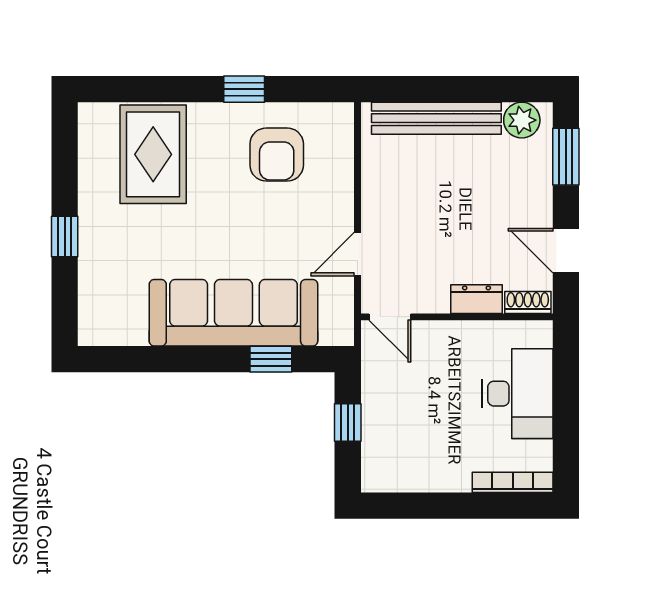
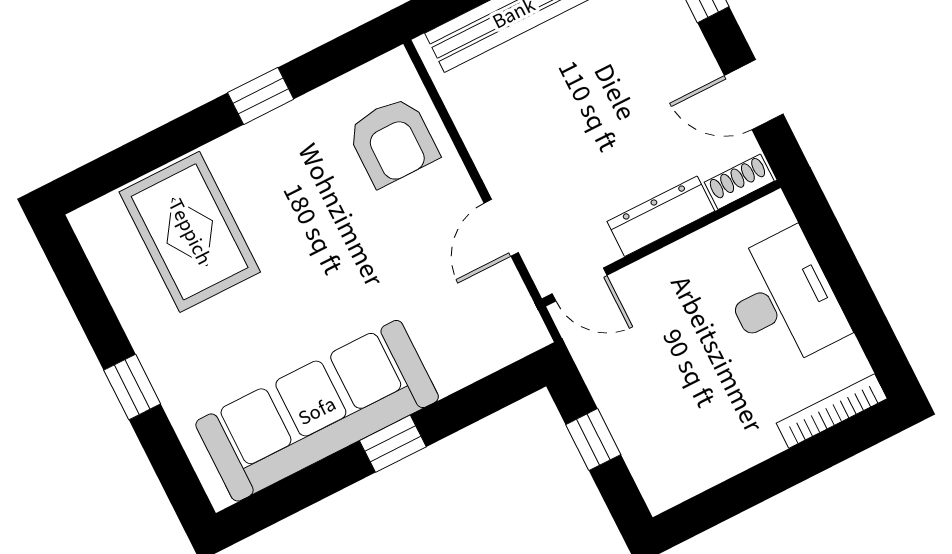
armchair: (277, 155) -> (393, 141), moved
dresser: (477, 299) -> (661, 216), width x1.44
sofa: (233, 313) -> (317, 411), moved
window: (271, 359) -> (393, 444), moved

